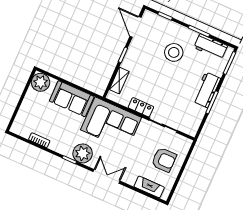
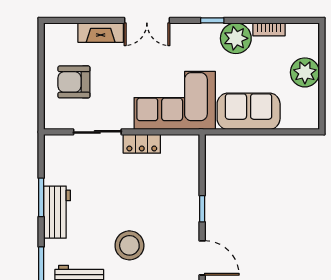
shelving: (119, 81) -> (191, 169), removed
plant: (41, 82) -> (305, 72), moved
plant: (83, 153) -> (236, 38), moved
fireplace: (149, 187) -> (101, 33), moved

